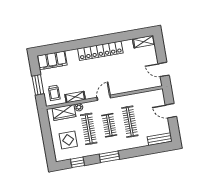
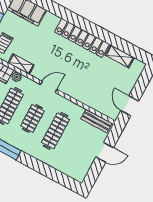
shelving: (144, 42) -> (120, 56), moved
door: (171, 111) -> (105, 152), swing flipped
bench: (160, 139) -> (96, 121), moved

